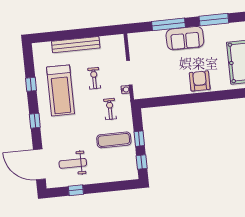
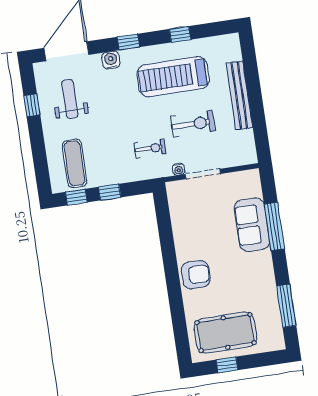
window: (214, 20) -> (286, 306), moved
sofa: (185, 38) -> (252, 225), moved
exercise bike: (94, 78) -> (193, 124), width x1.38, depth x1.39
water cooler: (47, 134) -> (111, 60), added
exercise mat: (114, 140) -> (75, 163), moved

